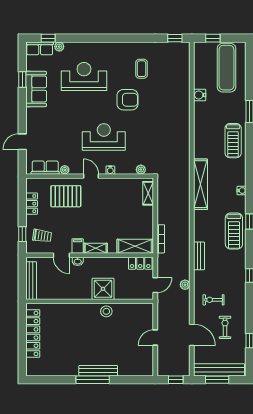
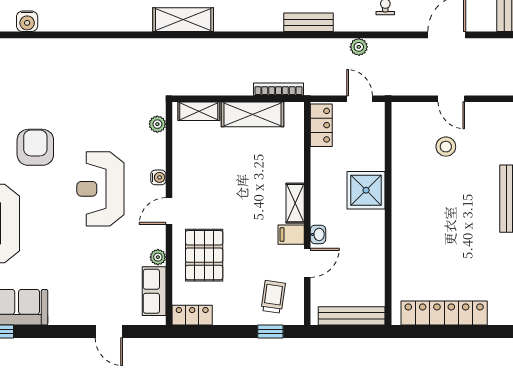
shelving: (201, 184) -> (183, 20), width x0.68
locker: (32, 204) -> (192, 315), moved
shelving: (135, 246) -> (253, 114), moved, turned 90
stool: (106, 311) -> (446, 147), moved

